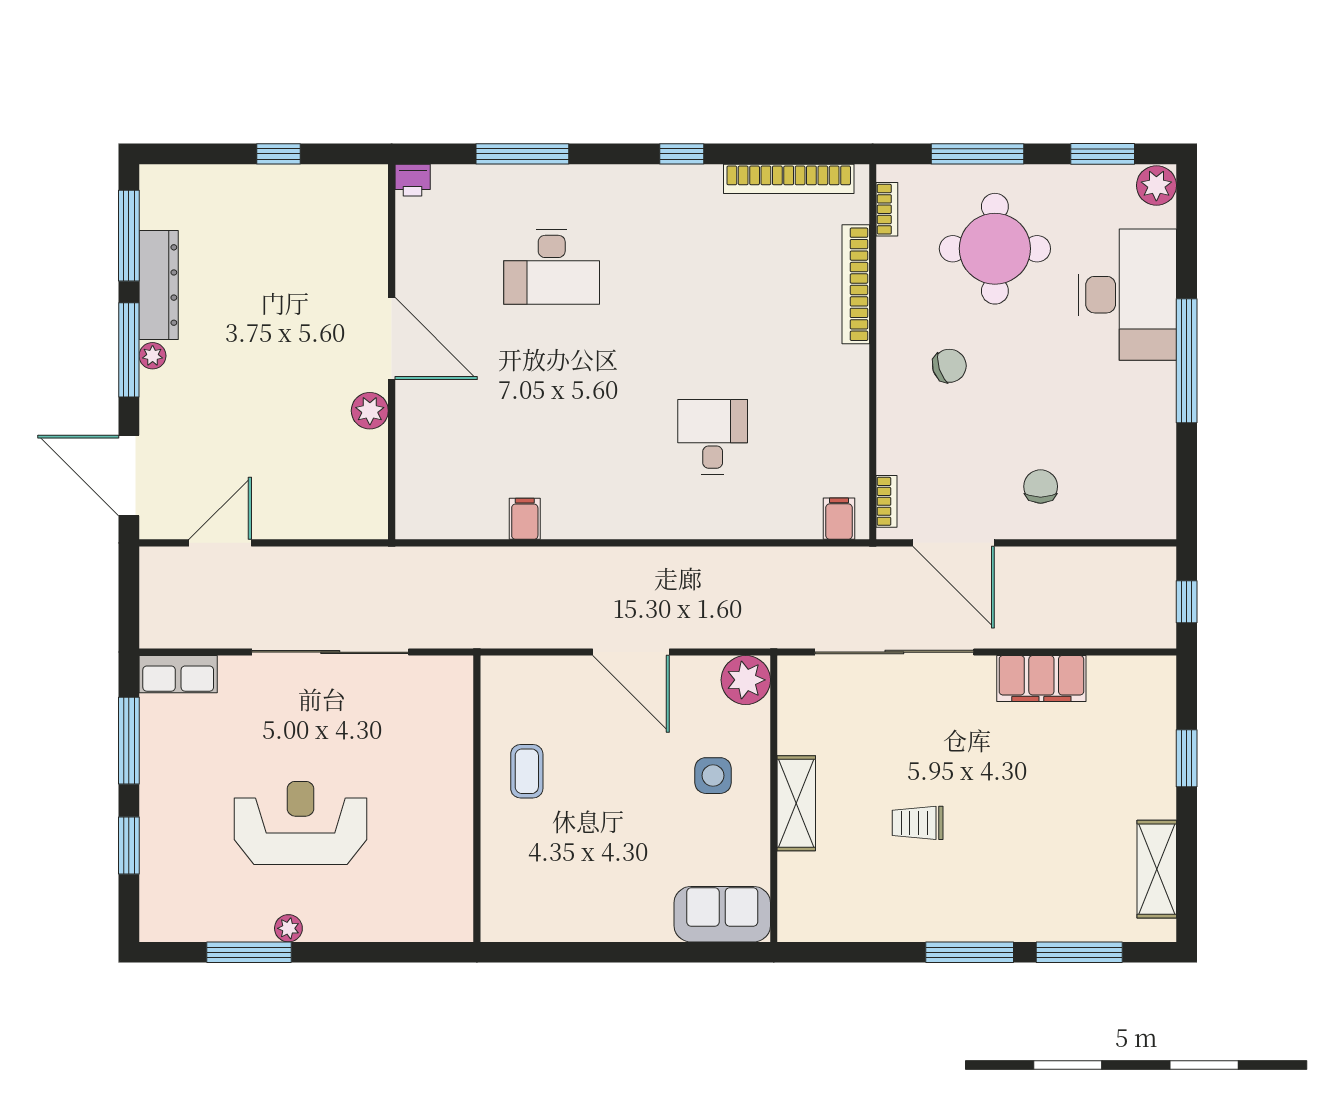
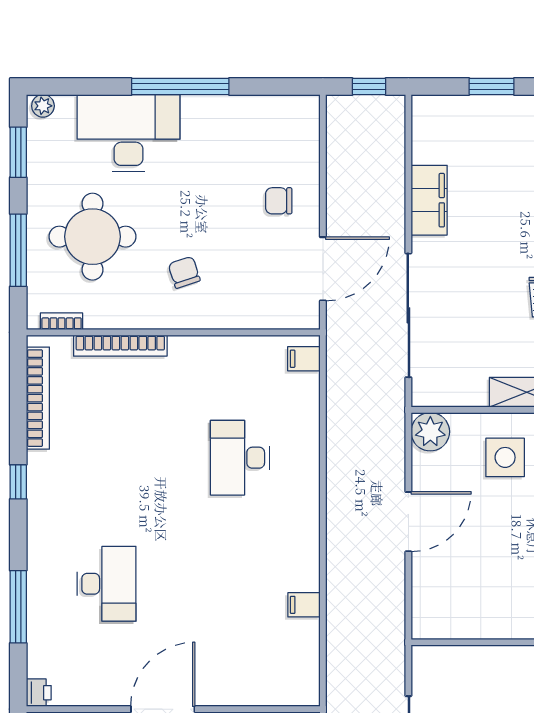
plant: (1156, 185) -> (43, 106), width x0.73, depth x0.73
desk: (713, 437) -> (240, 458), width x1.37
bookcase: (886, 501) -> (290, 322), removed
coffee table: (527, 771) -> (502, 603), removed
side table: (713, 776) -> (505, 457), width x1.37, depth x1.37

